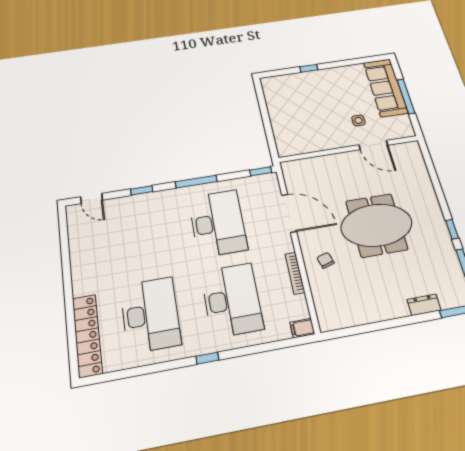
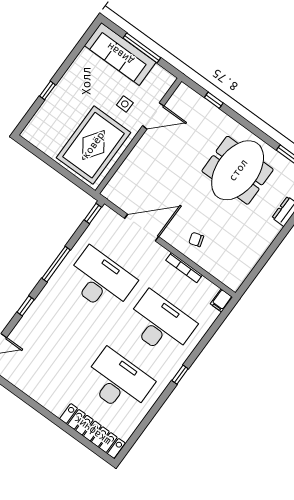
rug: (308, 127) -> (93, 145), added
meeting table: (376, 225) -> (238, 170), moved
window: (452, 229) -> (214, 100), moved

